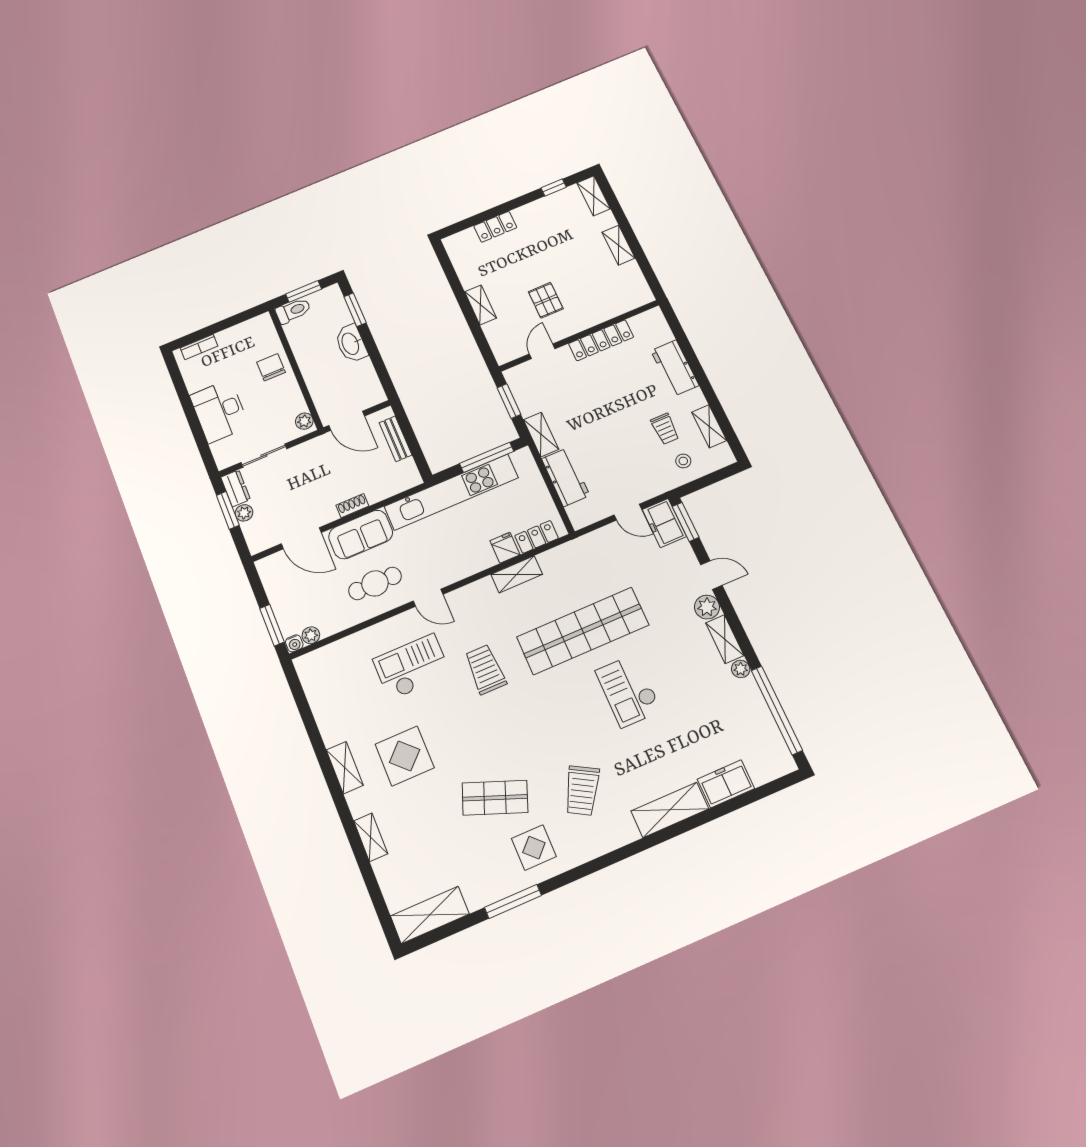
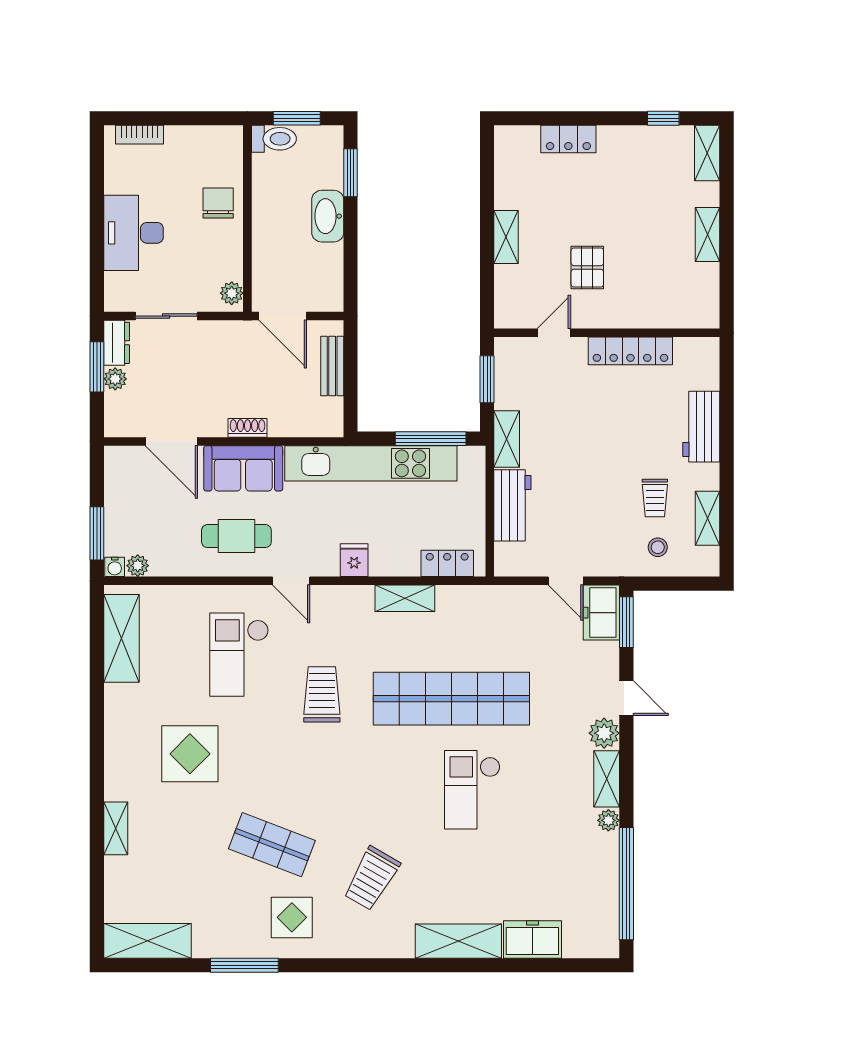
fridge: (505, 548) -> (354, 560), moved
checkout: (412, 667) -> (239, 655), turned -90
shelving: (345, 768) -> (122, 638), moved, width x1.50, depth x1.33

